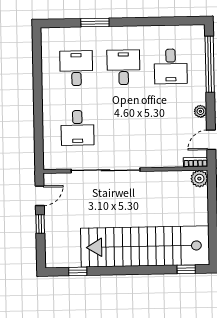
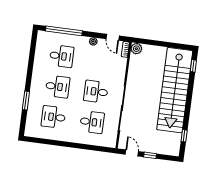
desk: (123, 67) -> (58, 87), turned 180
desk: (125, 127) -> (96, 92), added

